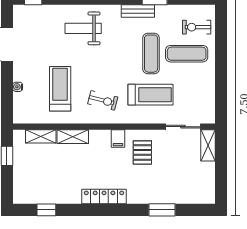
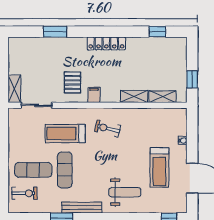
bench: (138, 11) -> (82, 208), width x1.36
treadmill: (60, 89) -> (159, 167), moved

